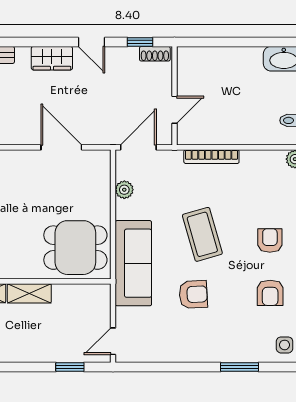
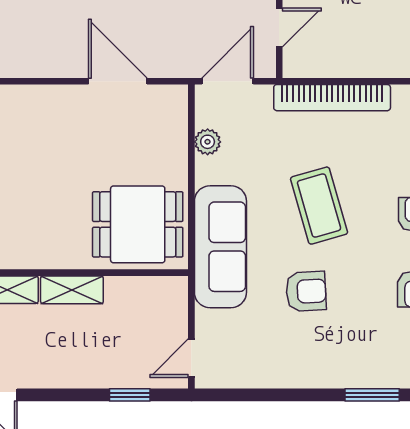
bookcase: (211, 157) -> (332, 98), width x1.48, depth x1.31

